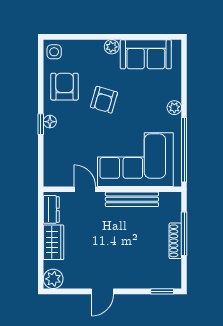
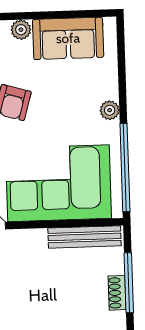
bench: (132, 199) -> (84, 237), moved
shoe rack: (175, 241) -> (117, 293), width x0.70

